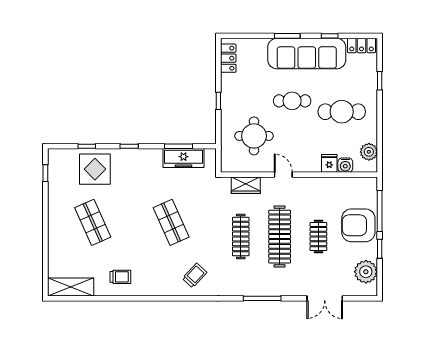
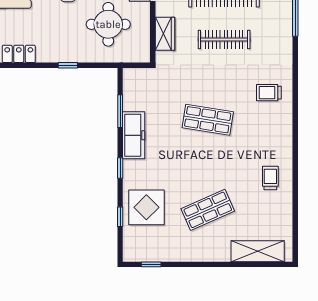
freezer: (183, 158) -> (134, 135), moved
shop shelf: (171, 222) -> (208, 120), turned 33
trolley: (195, 275) -> (269, 93), turned -43
shelving: (71, 287) -> (258, 251), moved, turned 90

